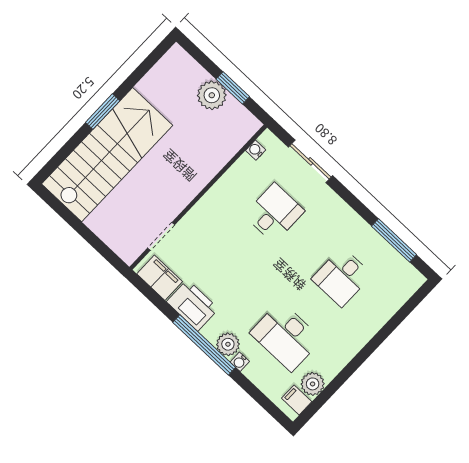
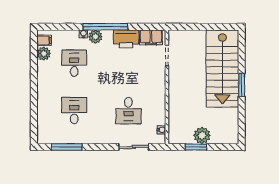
desk: (286, 336) -> (74, 63), width x0.73

